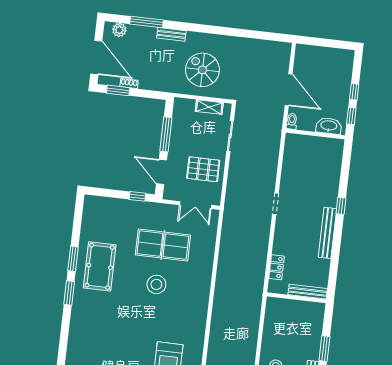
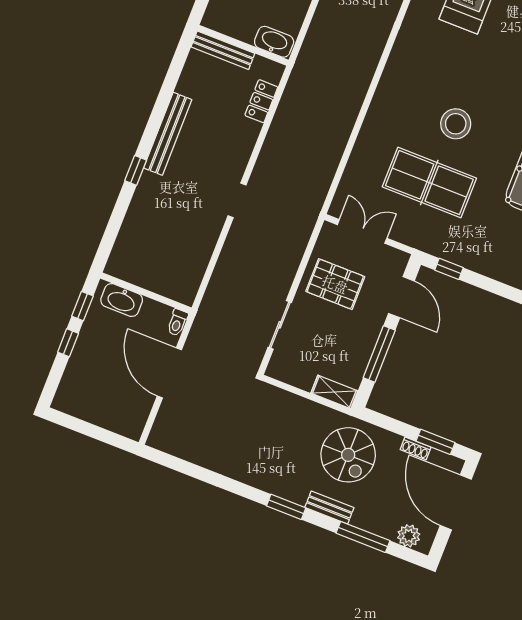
window: (197, 28) -> (286, 507), added
spiral stairs: (202, 70) -> (348, 455), moved
shelving: (209, 107) -> (334, 392), moved
washbasin: (278, 305) -> (274, 42), added

